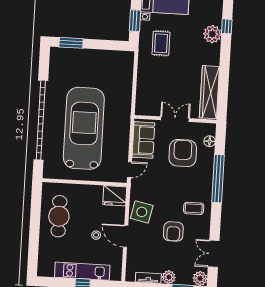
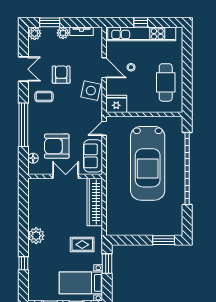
plant: (212, 34) -> (36, 236), moved
rug: (161, 43) -> (82, 245), turned 90
wardrobe: (209, 92) -> (95, 202), moved, turned 180
double door: (175, 119) -> (66, 176), swing flipped
armchair: (183, 153) -> (57, 146), turned 90
double door: (214, 254) -> (23, 69), moved
kitchen unit: (82, 271) -> (142, 34), width x1.36

